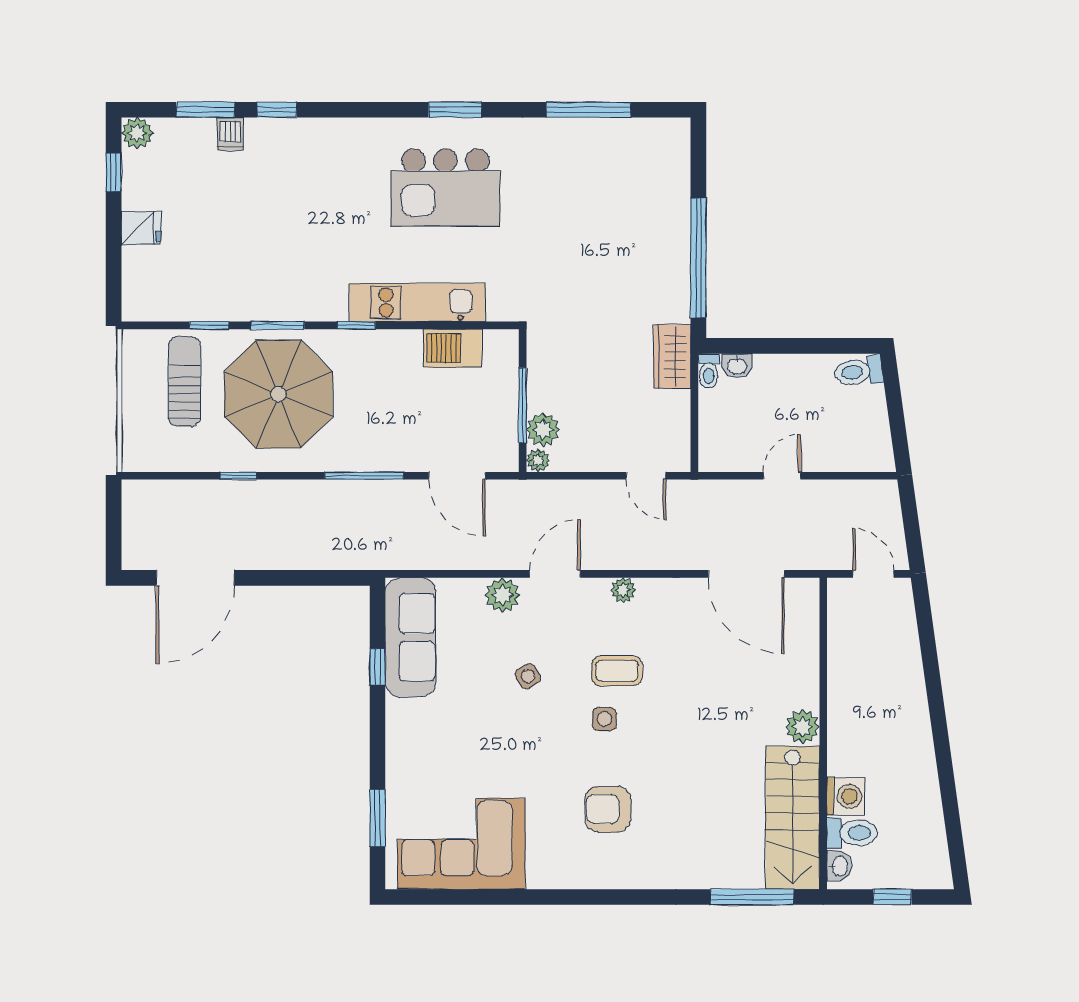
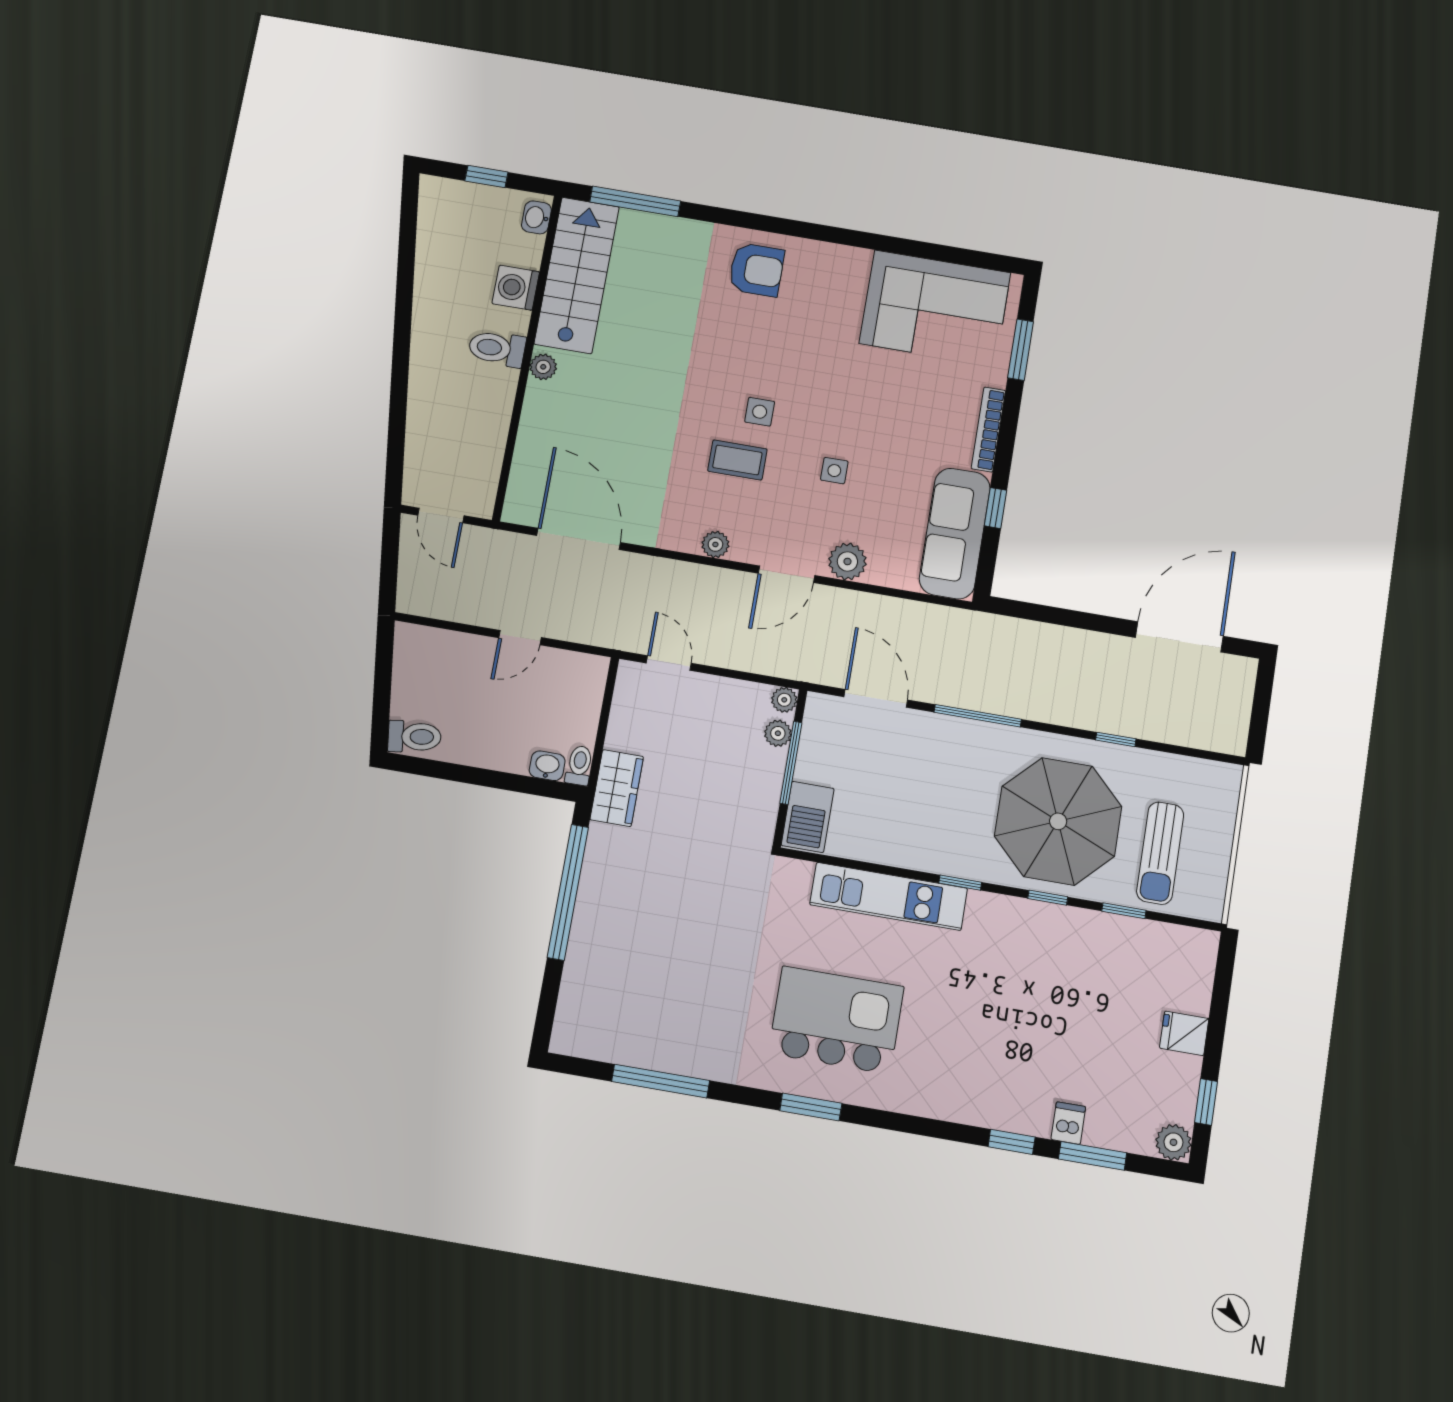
window: (278, 325) -> (1048, 898), width x0.67
barbecue: (452, 348) -> (808, 817), moved, turned 90
plant: (543, 430) -> (778, 733), width x0.73, depth x0.73
side table: (528, 676) -> (834, 471), turned 33
plant: (803, 727) -> (543, 367), width x0.73, depth x0.73
bookcase: (395, 738) -> (988, 429), added
armchair: (608, 809) -> (756, 270), moved
toilet: (852, 833) -> (497, 348), moved

